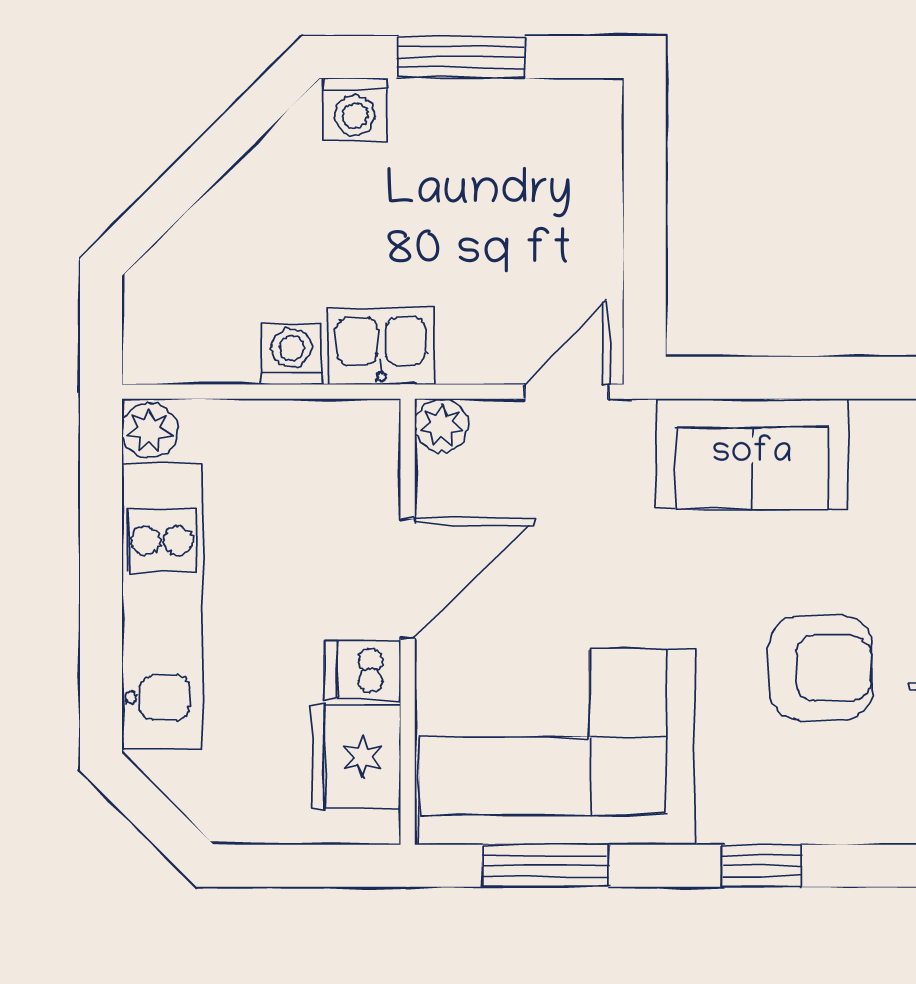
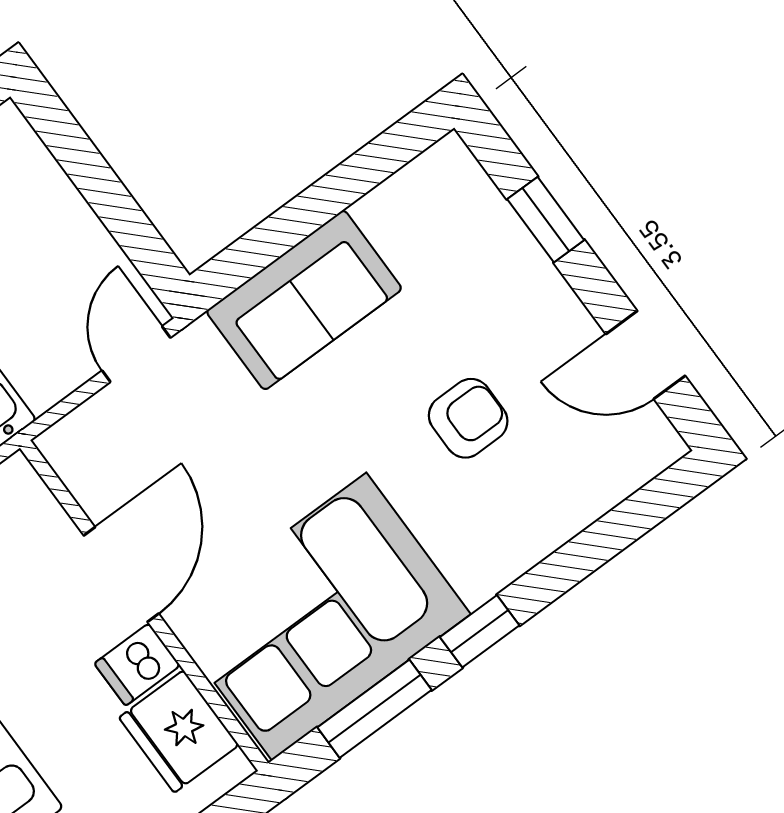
plant: (441, 425) -> (64, 445), removed
armchair: (821, 668) -> (468, 418), width x0.72, depth x0.72
window: (762, 866) -> (480, 631), moved

